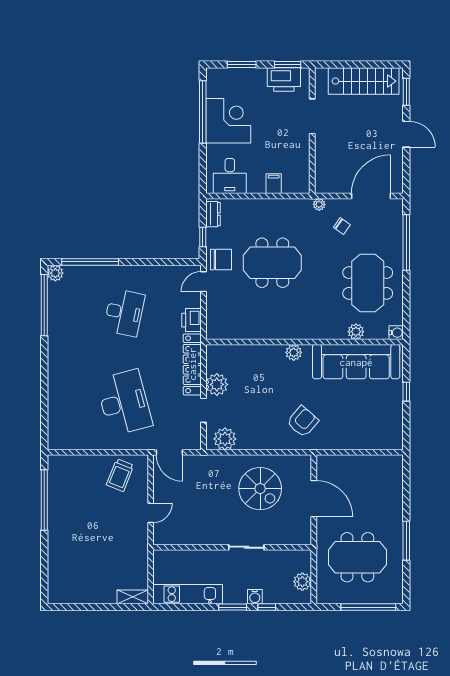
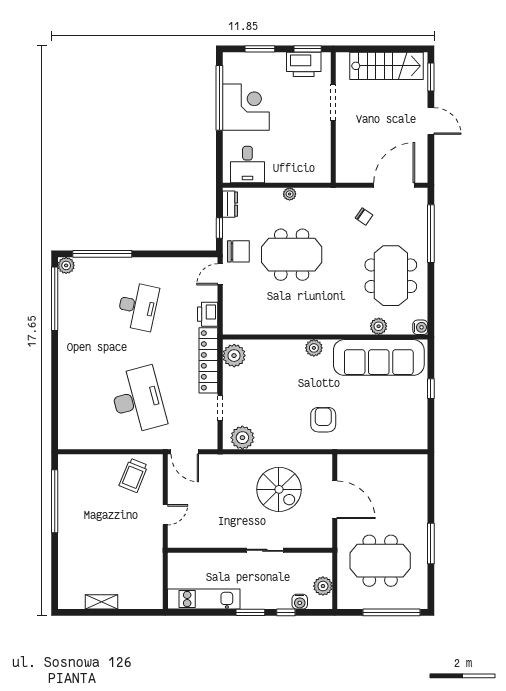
filing cabinet: (274, 184) -> (293, 172), removed
plant: (319, 204) -> (290, 194), moved
plant: (217, 384) -> (234, 356), moved
armchair: (303, 422) -> (323, 420), turned -41
shelving: (133, 597) -> (102, 602), moved
water cooler: (255, 597) -> (300, 602), moved

